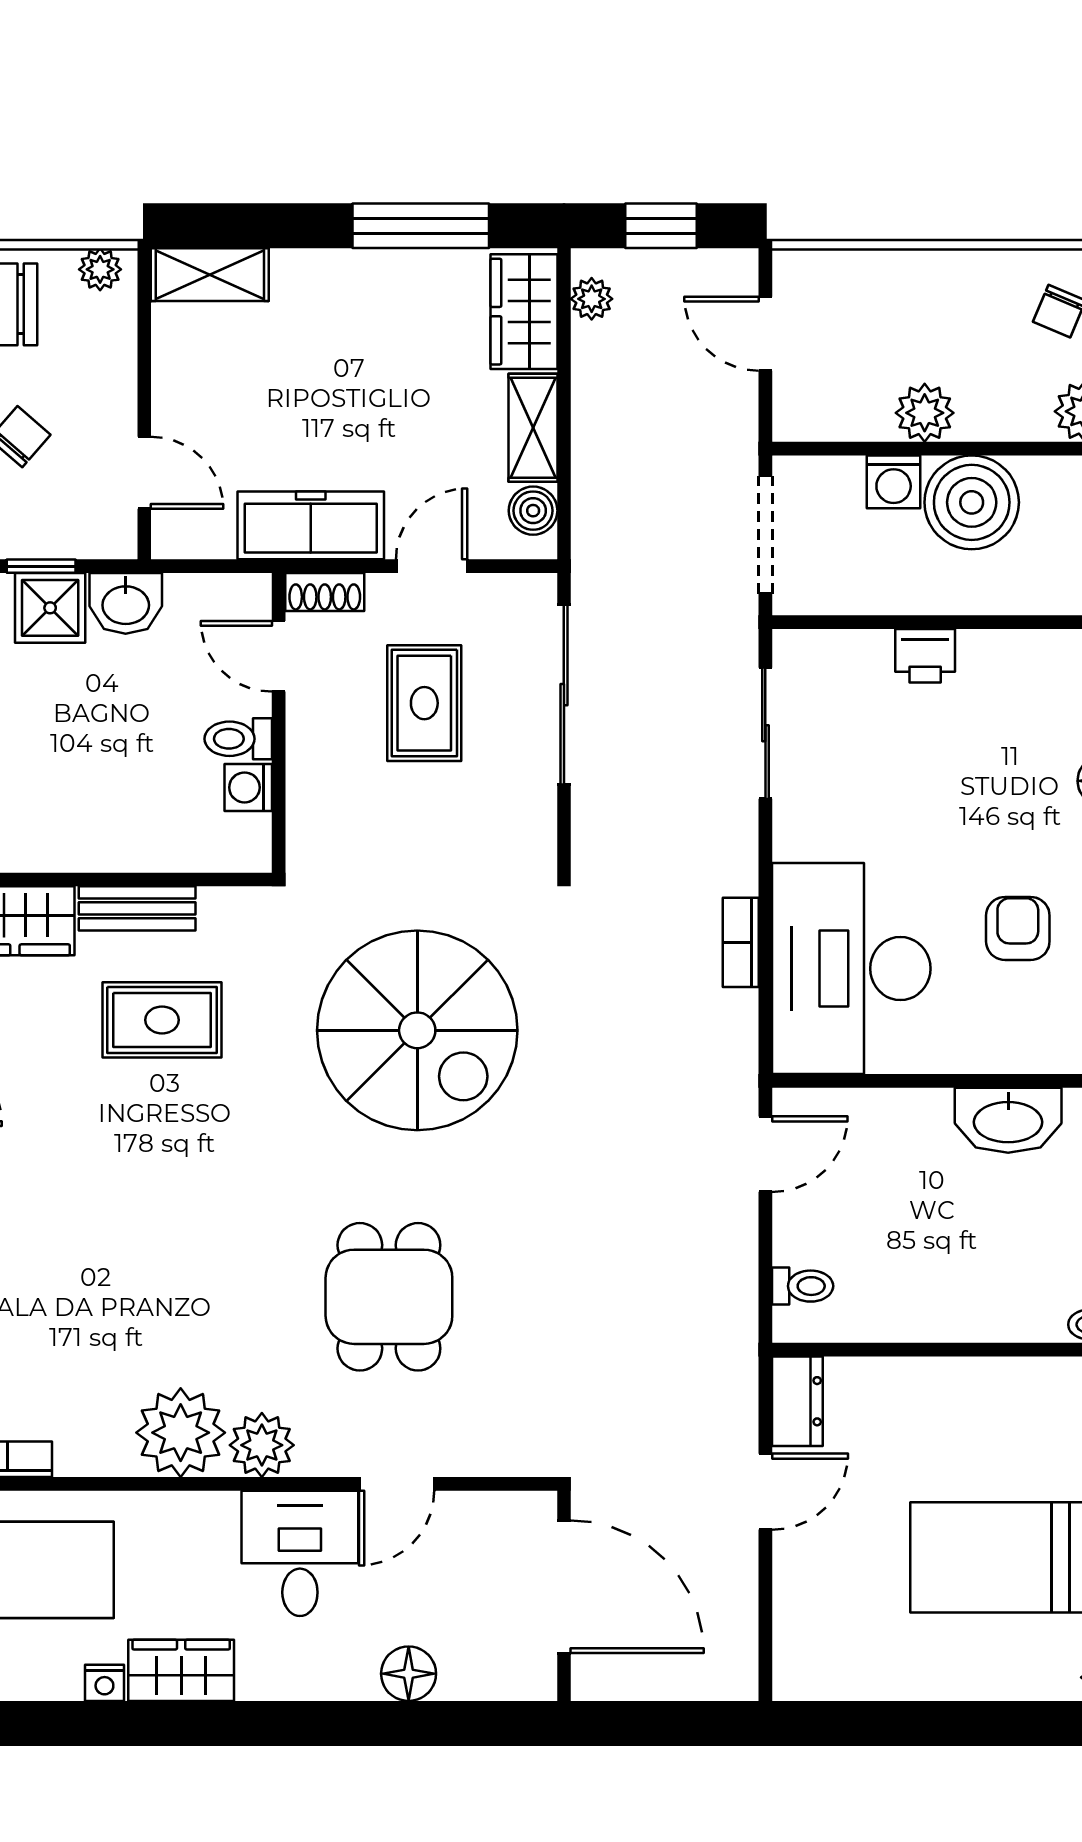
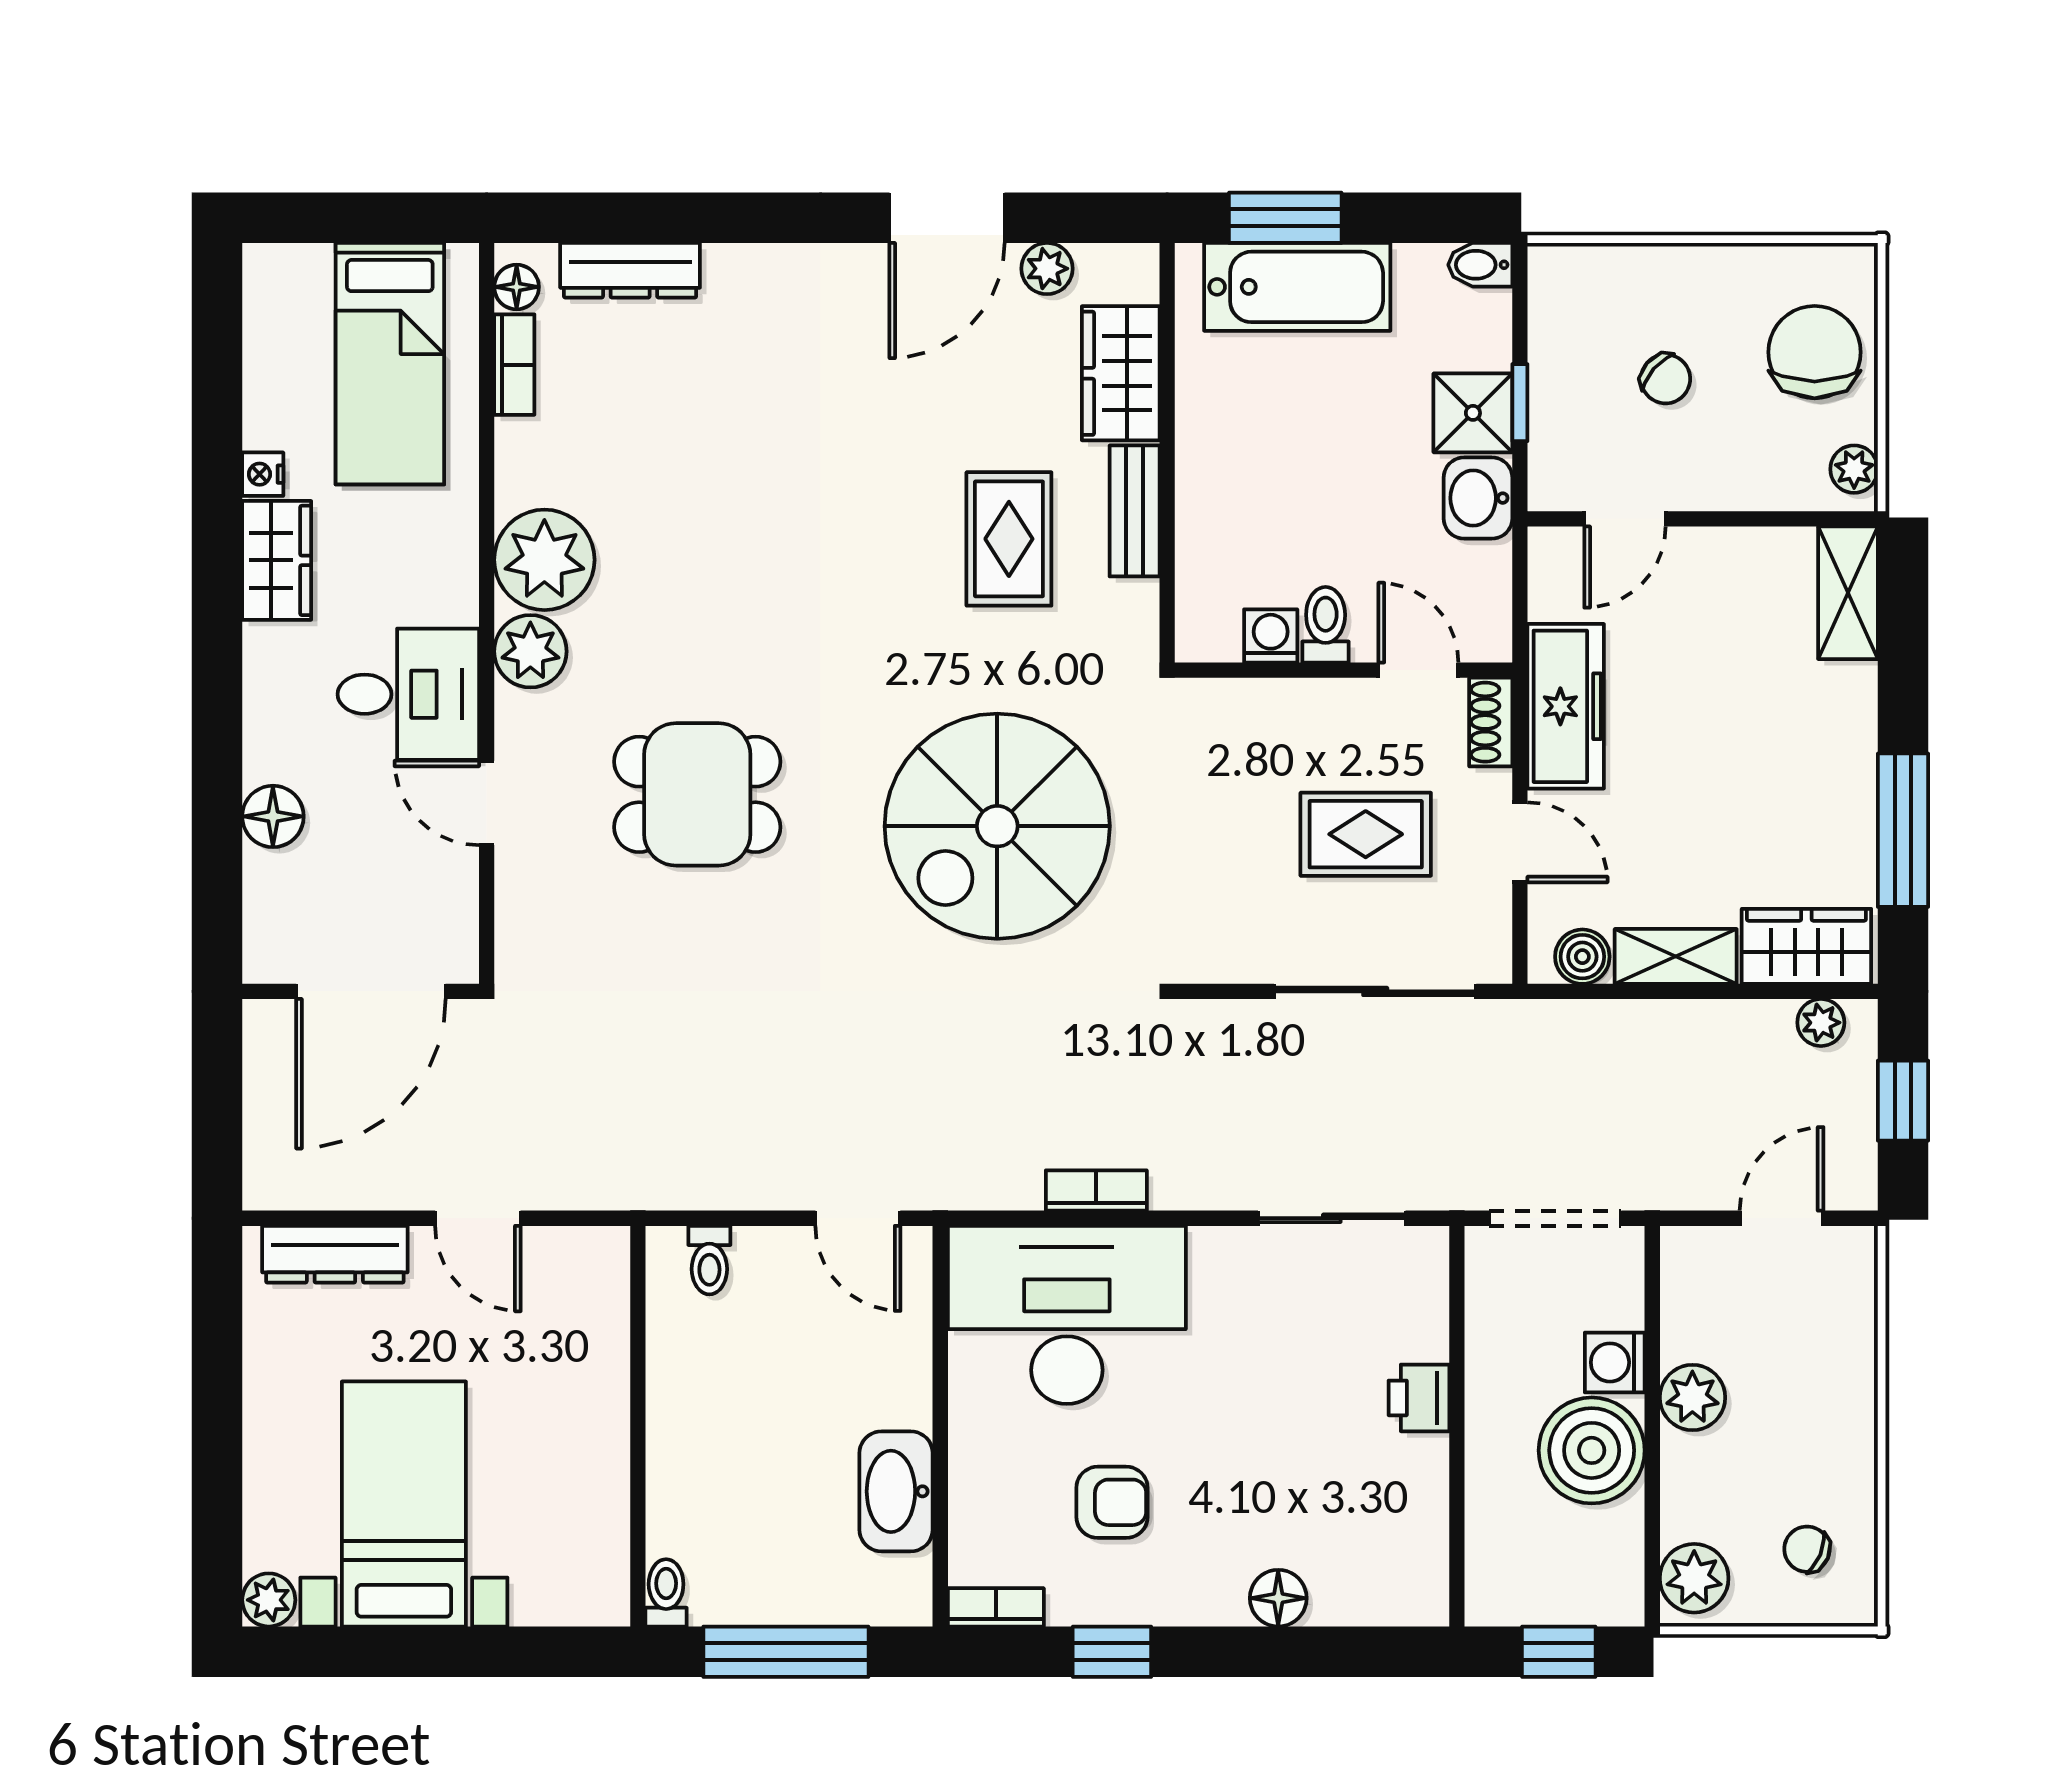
door: (279, 656) -> (1418, 670), hinge flipped
dresser: (797, 1401) -> (335, 1254), moved, width x1.44

